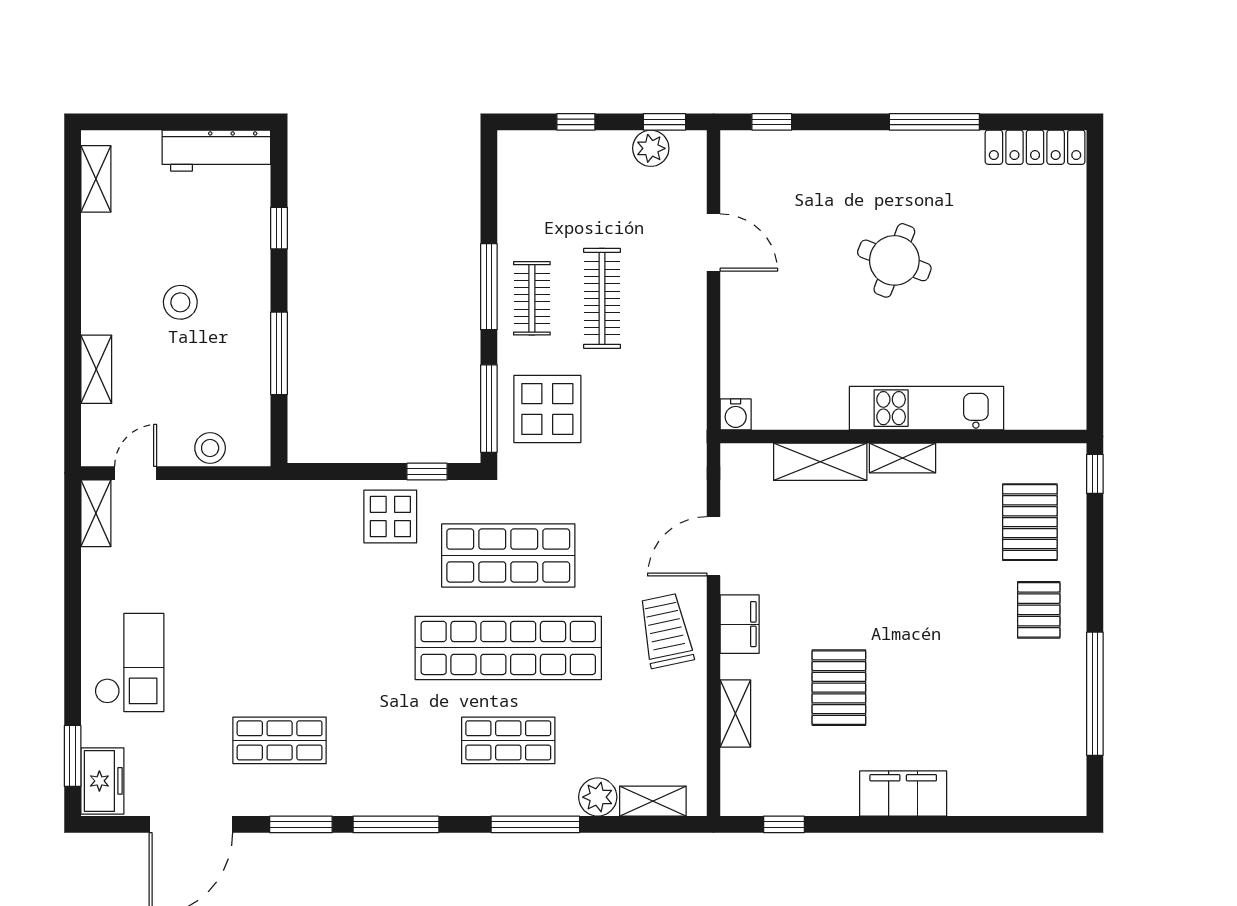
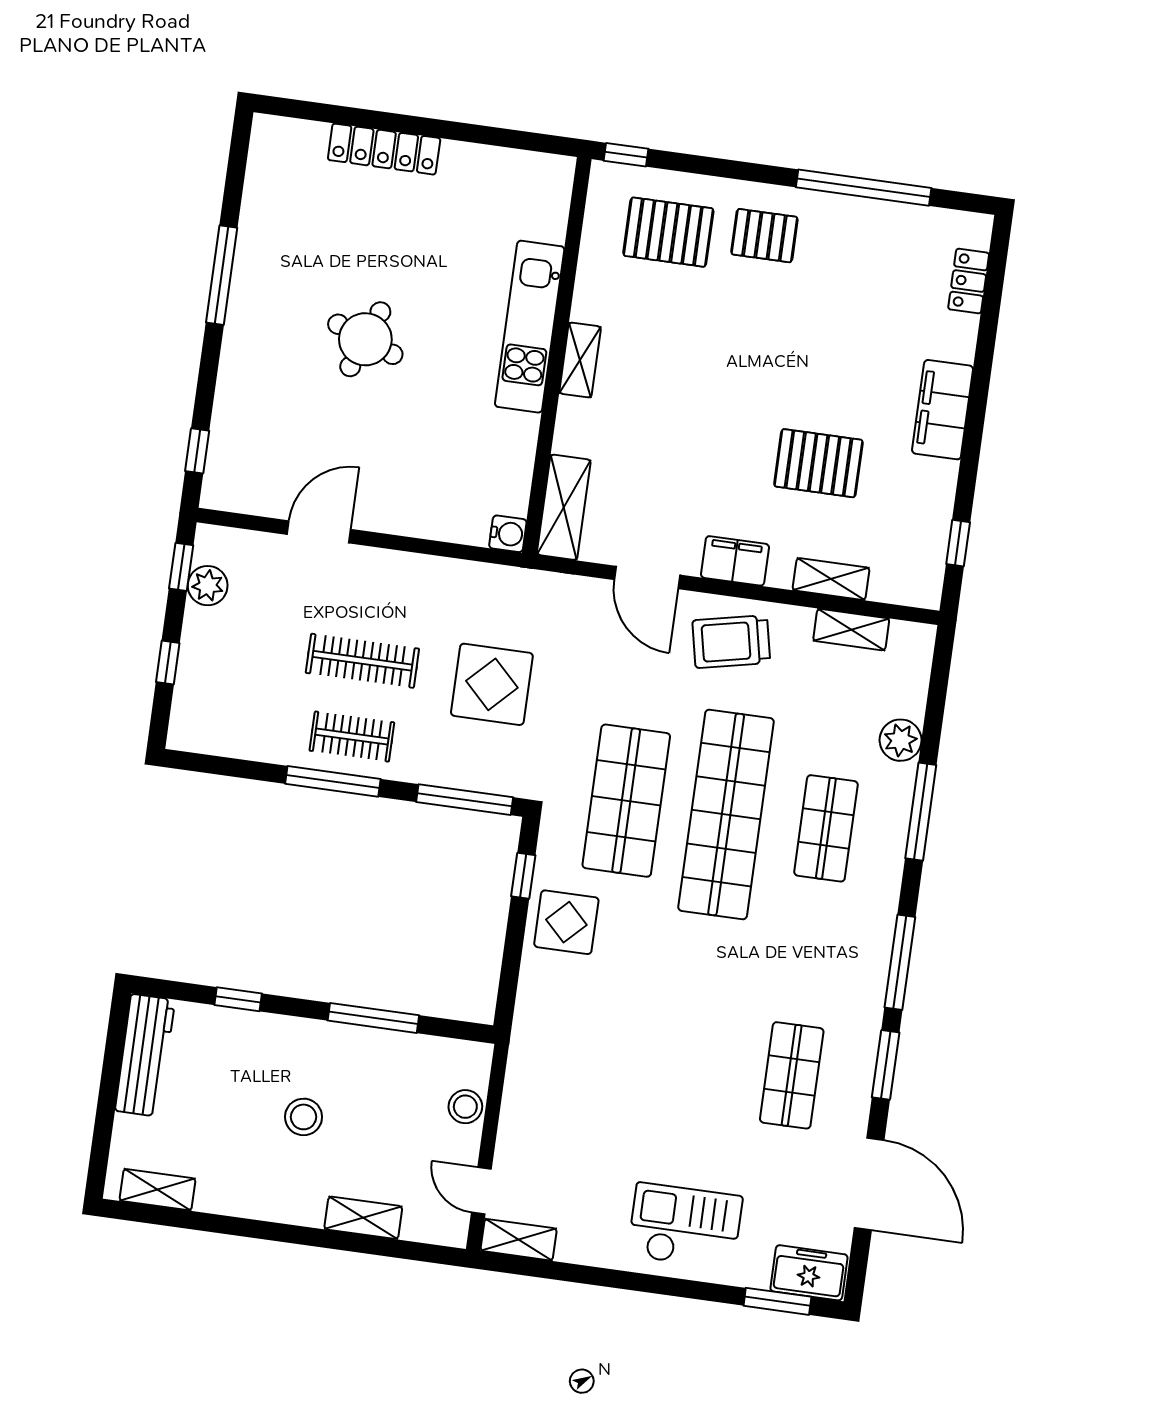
locker: (1035, 147) -> (384, 149), moved, turned 90
display table: (547, 409) -> (492, 684), moved
shelving: (820, 462) -> (564, 507), moved
shelving: (653, 801) -> (851, 630), moved, turned 90
locker: (1023, 801) -> (969, 281), added

